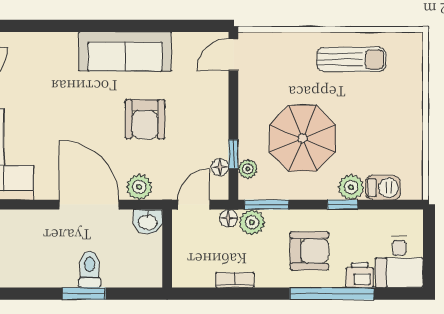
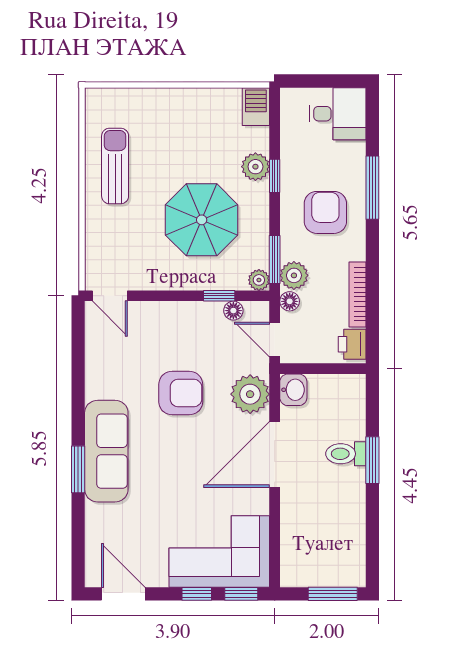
window: (75, 26) -> (78, 469), added
sofa: (125, 51) -> (106, 451), moved
plant: (248, 169) -> (259, 280), moved
plant: (139, 187) -> (250, 394), width x1.36, depth x1.36
barbecue: (383, 188) -> (256, 107), moved
printer: (360, 275) -> (352, 344), moved
bookcase: (235, 280) -> (357, 294), width x1.56
window: (332, 294) -> (372, 188), width x0.68

